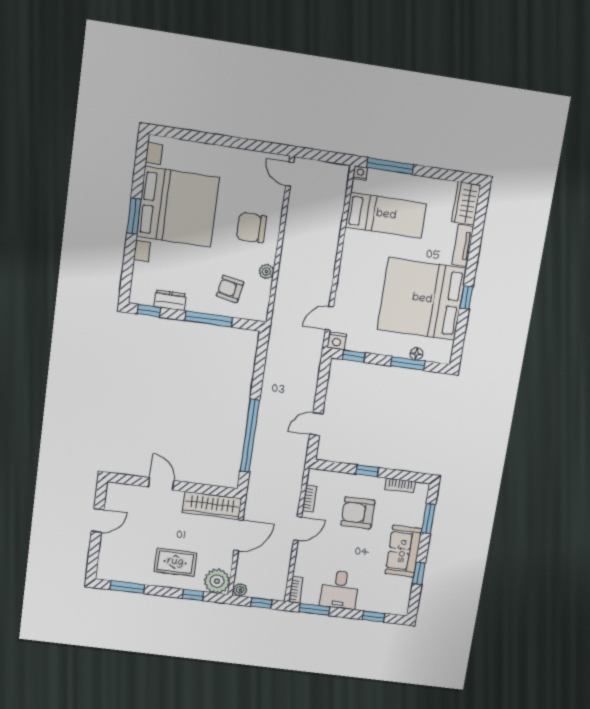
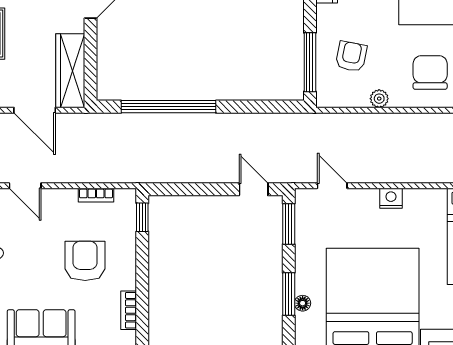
window: (209, 319) -> (310, 62), moved
nightstand: (337, 341) -> (391, 198), moved, turned 90
window: (354, 356) -> (289, 224), width x1.50
door: (316, 424) -> (254, 189), moved
window: (367, 471) -> (142, 217), moved
door: (298, 529) -> (25, 186), moved

